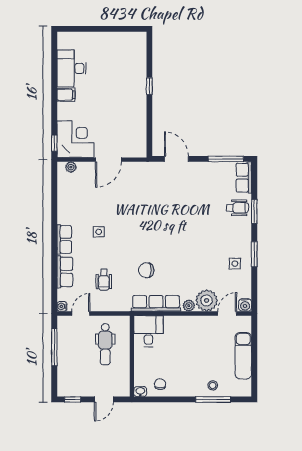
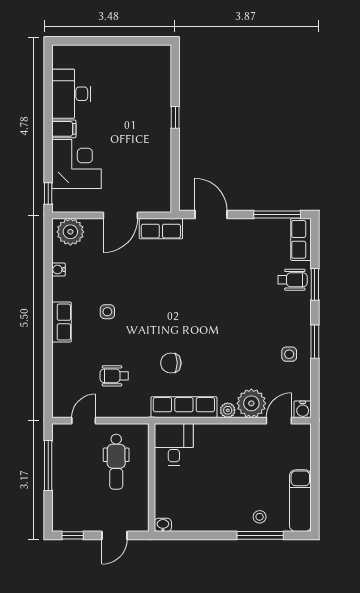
corner desk: (76, 139) -> (76, 164), moved
plant: (71, 167) -> (70, 232), width x1.87, depth x1.87
row of seats: (65, 272) -> (161, 229), moved, turned 90
wheelchair: (104, 280) -> (114, 376), turned 90
water cooler: (62, 306) -> (58, 269), moved
exam couch: (243, 356) -> (300, 501), moved
chair: (160, 384) -> (189, 515), removed

